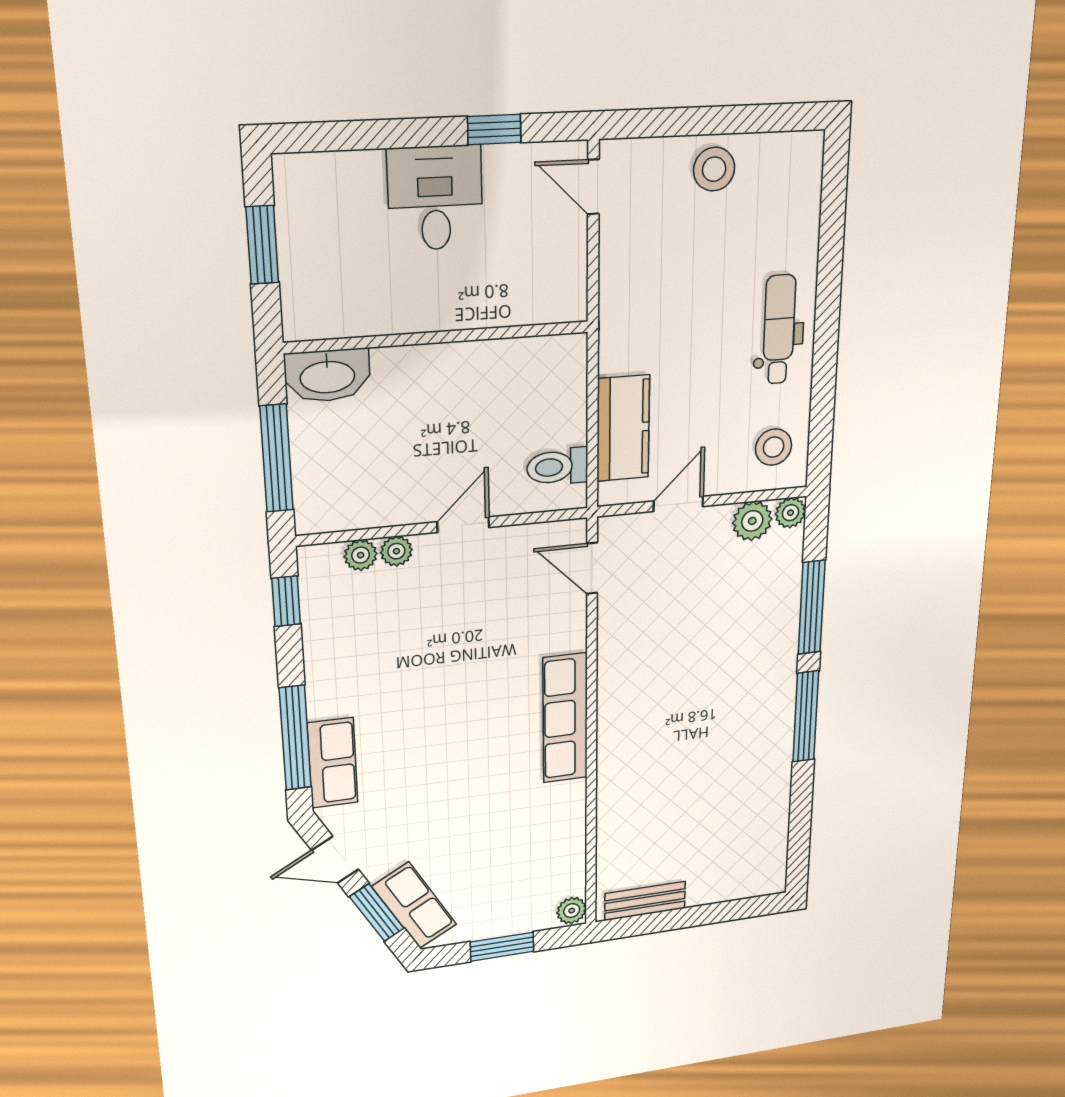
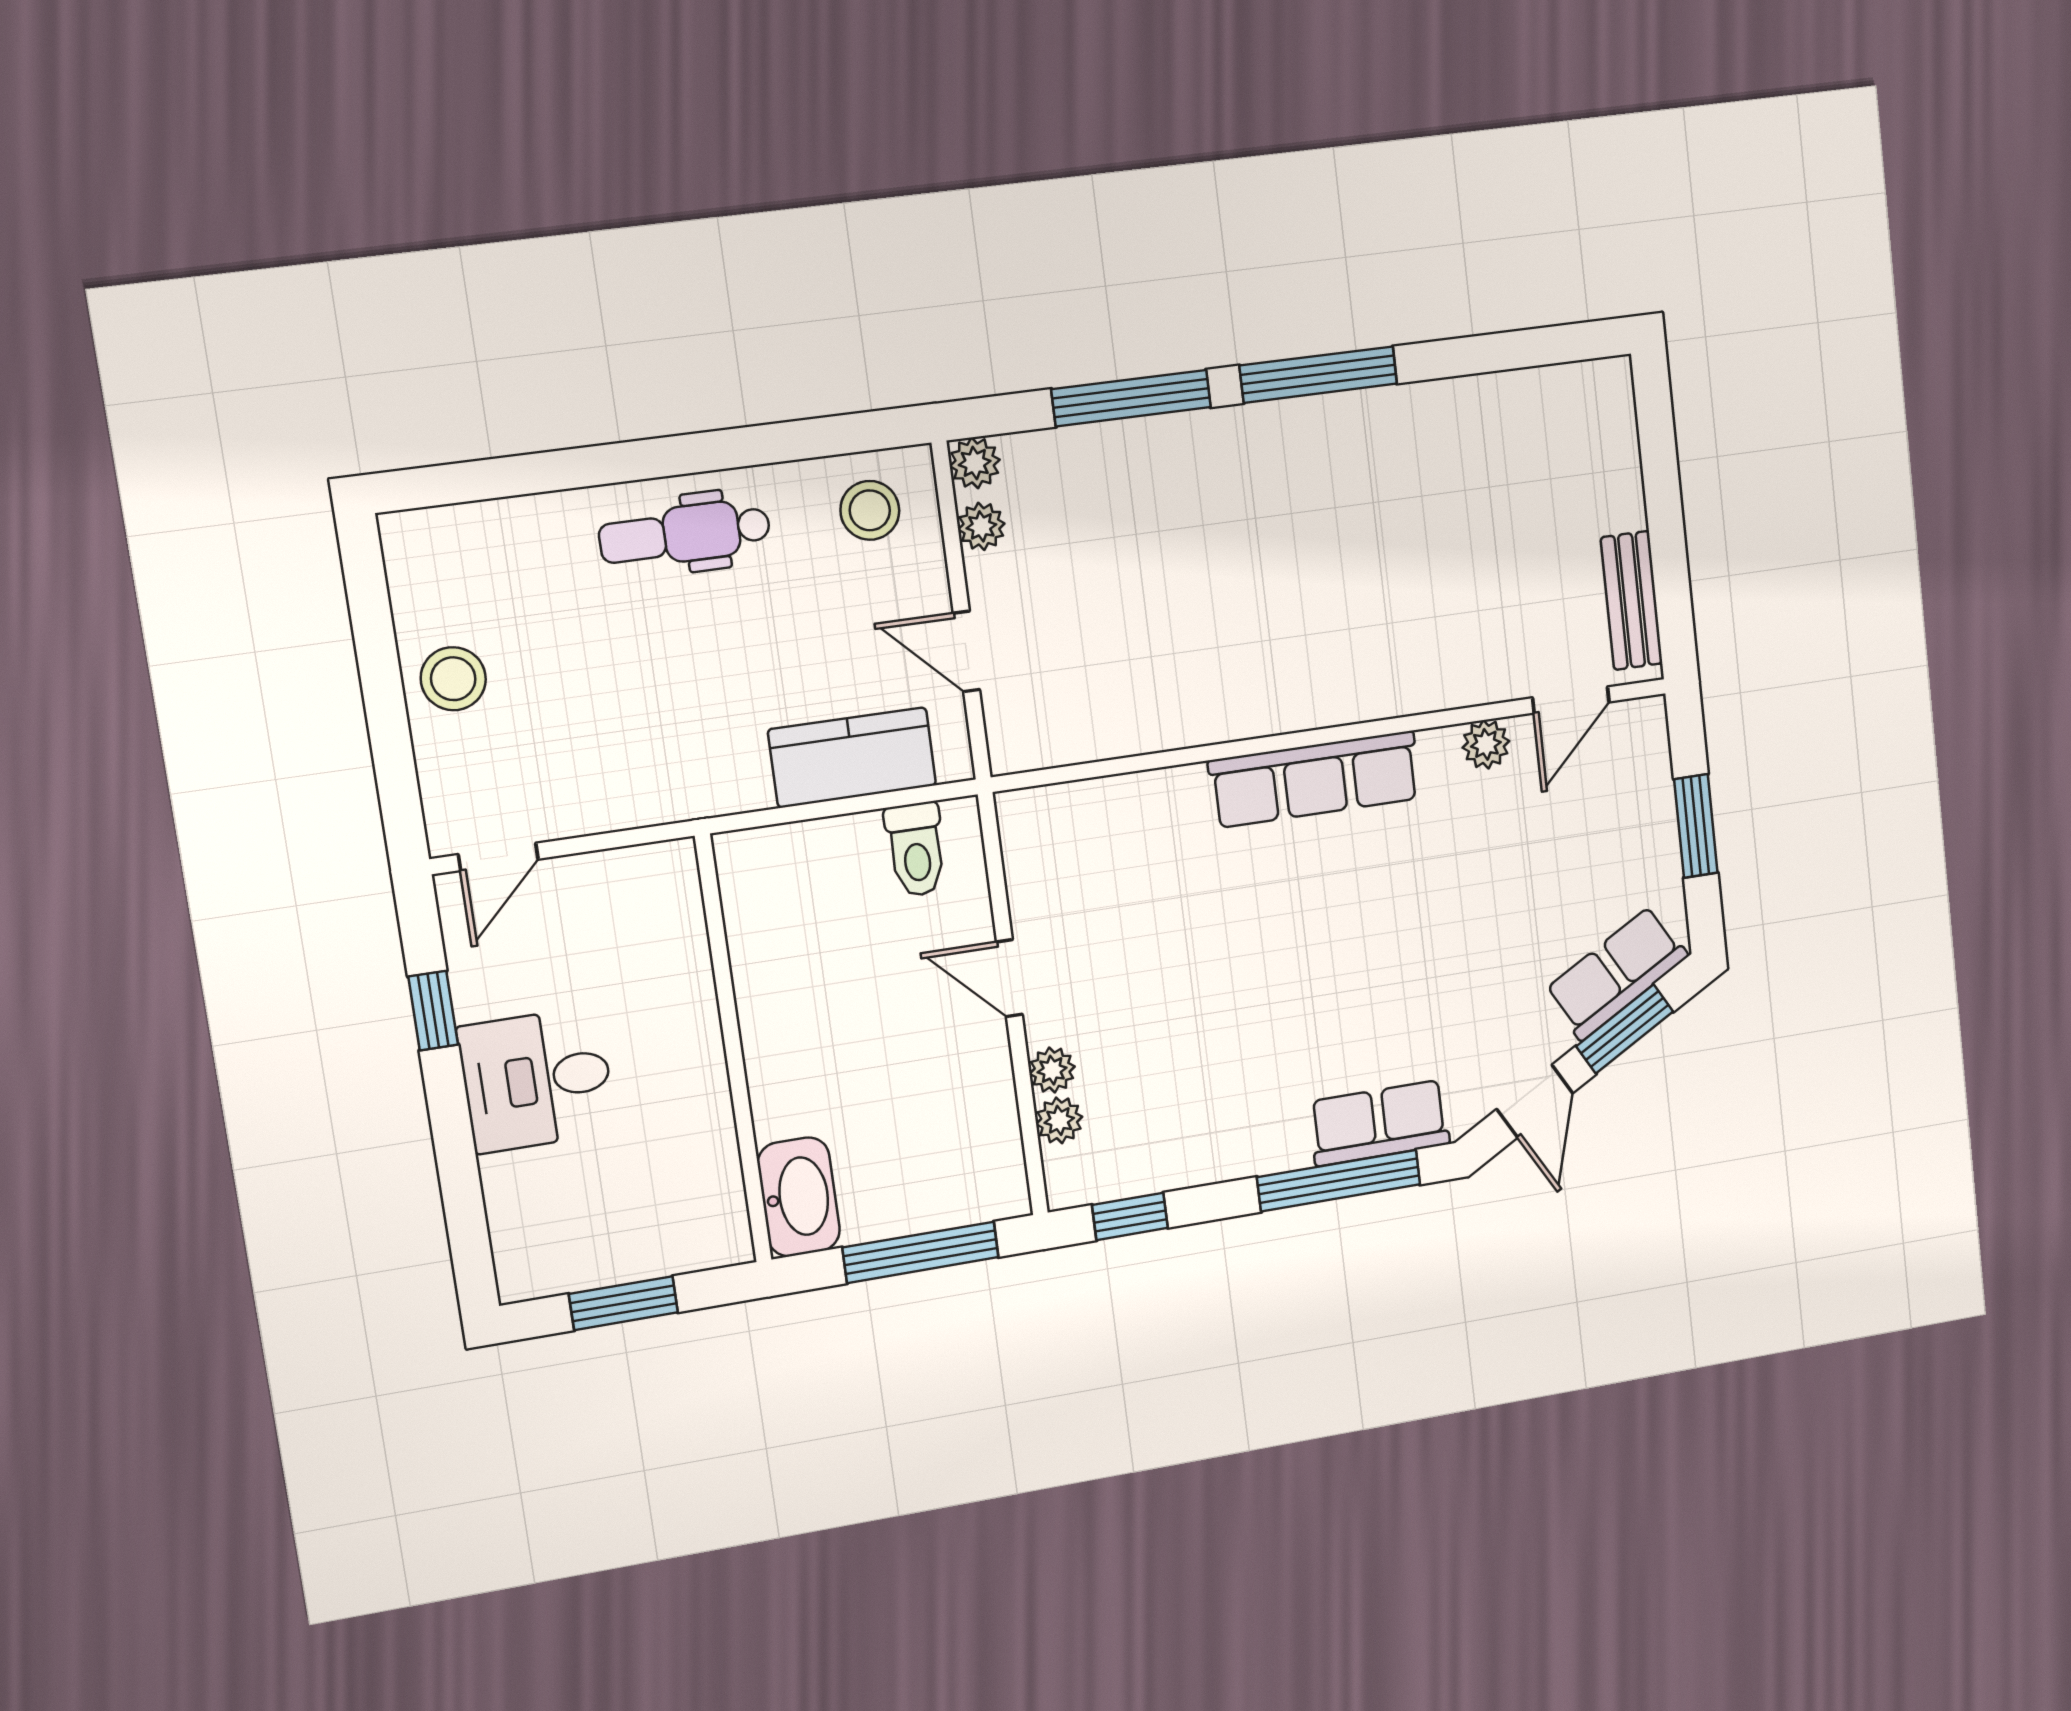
plant: (752, 521) -> (981, 526), width x0.73, depth x0.73
door: (592, 568) -> (1571, 700), moved
plant: (572, 911) -> (1486, 744), moved

